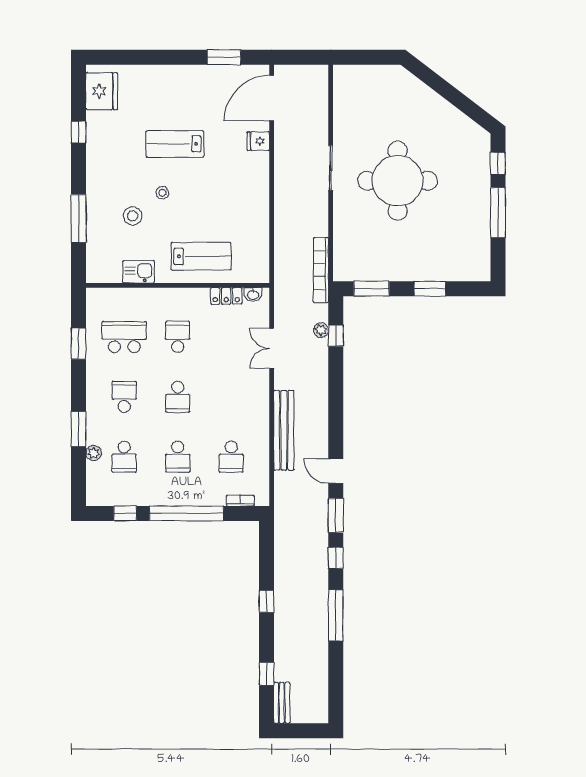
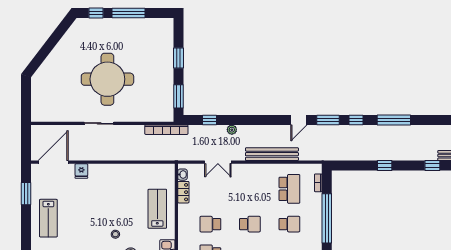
door: (272, 98) -> (53, 162), swing flipped
lab bench: (175, 144) -> (48, 218), moved
plant: (321, 330) -> (232, 130), moved
school desk: (231, 457) -> (289, 189), width x1.85

